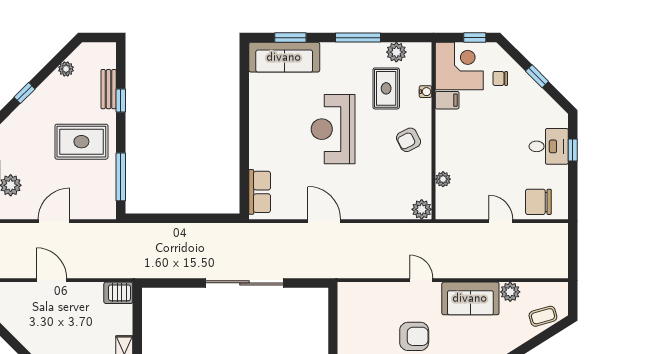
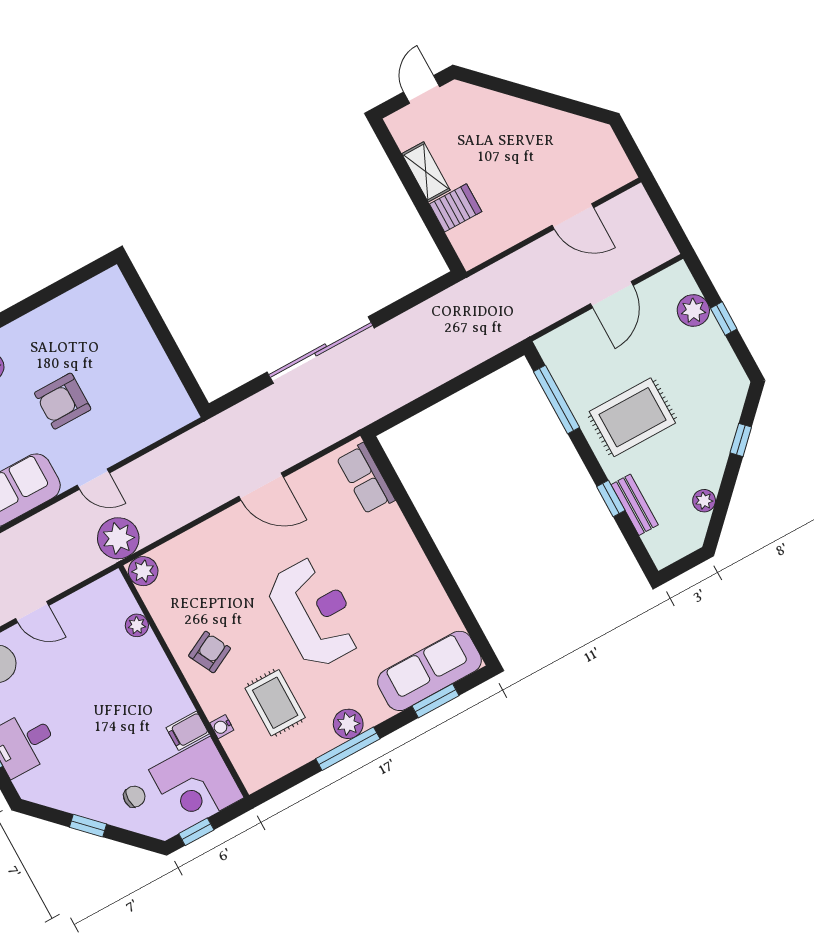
plant: (396, 52) -> (348, 724), moved
plant: (426, 237) -> (118, 538), added
server rack: (118, 293) -> (456, 208), moved

